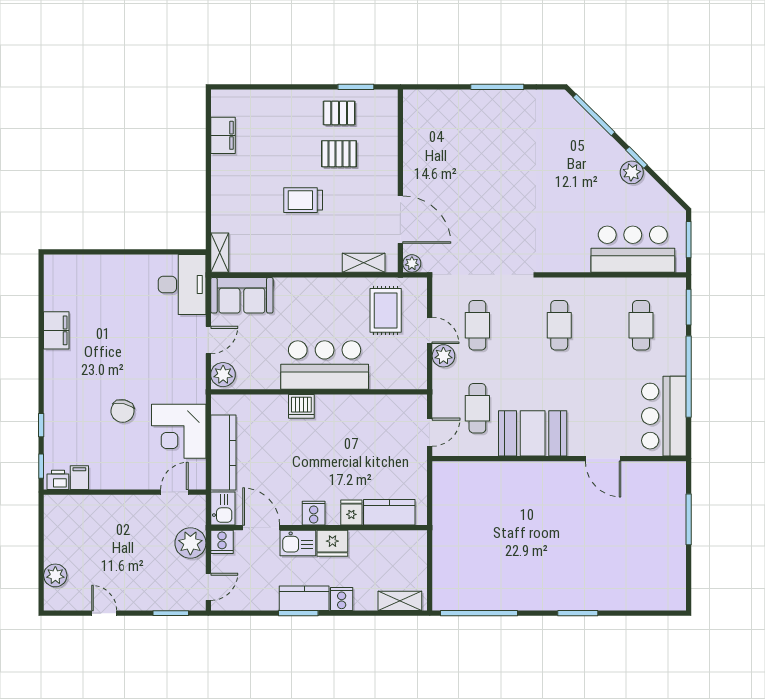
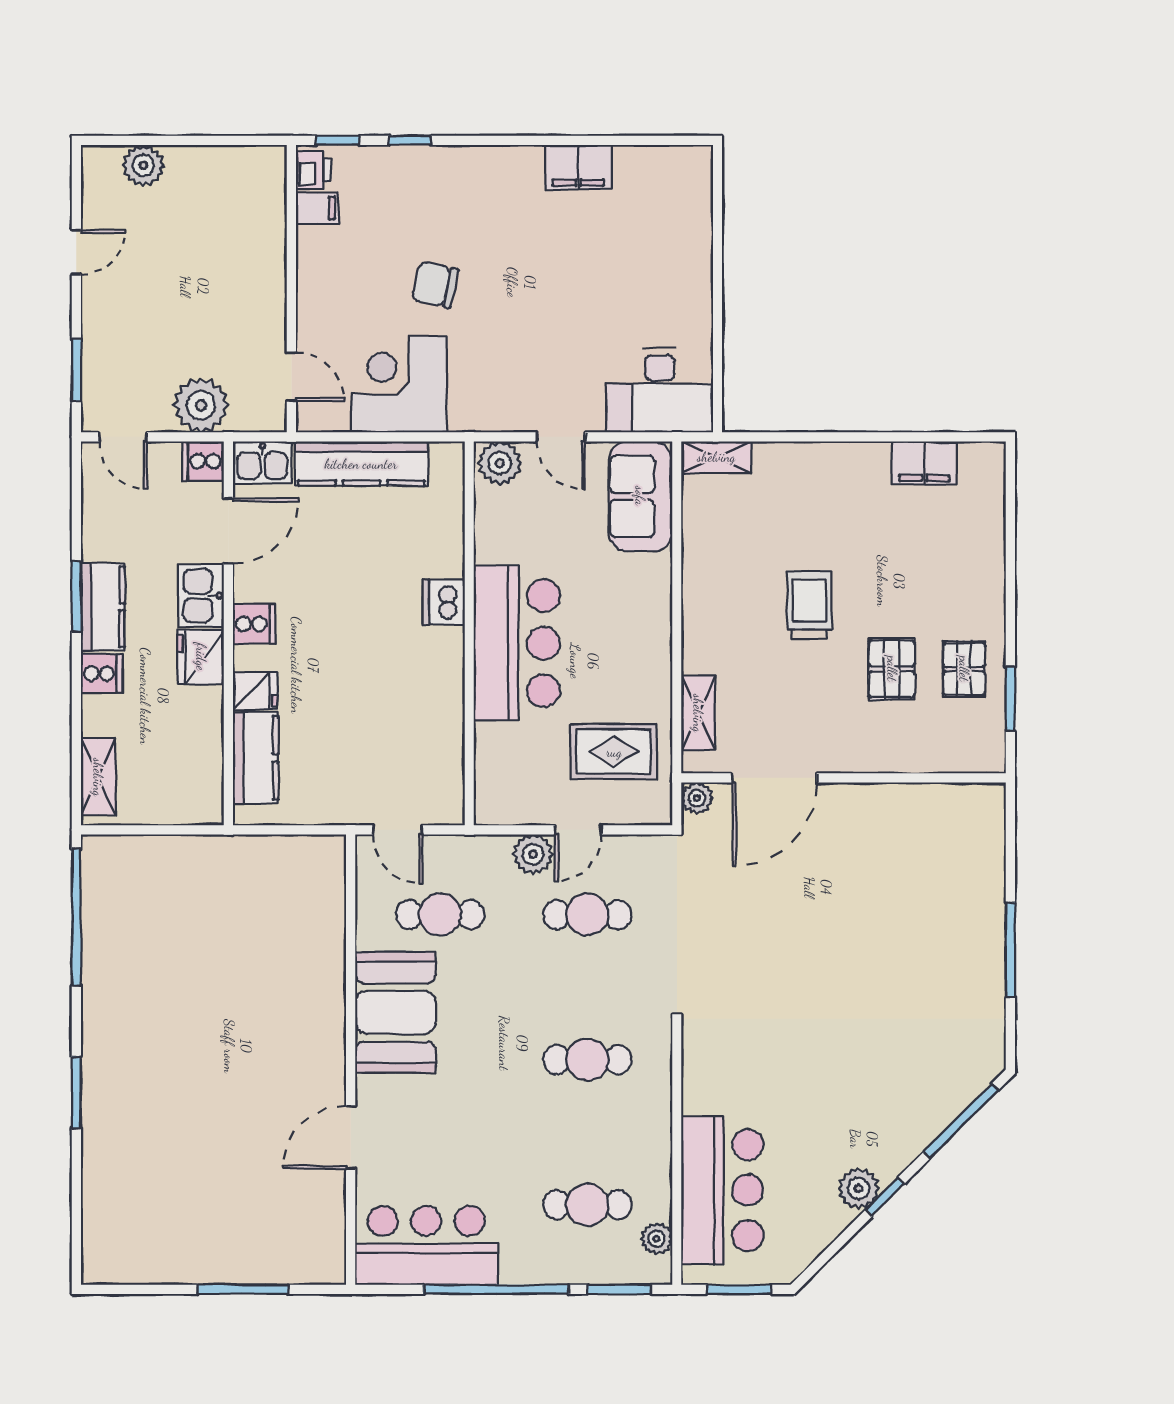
plant: (660, 286) -> (657, 1239), added

